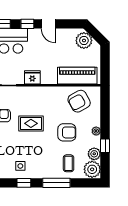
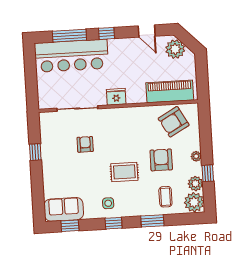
door: (48, 24) -> (147, 31), moved
rug: (31, 123) -> (124, 172), moved
armchair: (67, 132) -> (161, 160), turned -90
window: (56, 183) -> (152, 221), width x0.69

